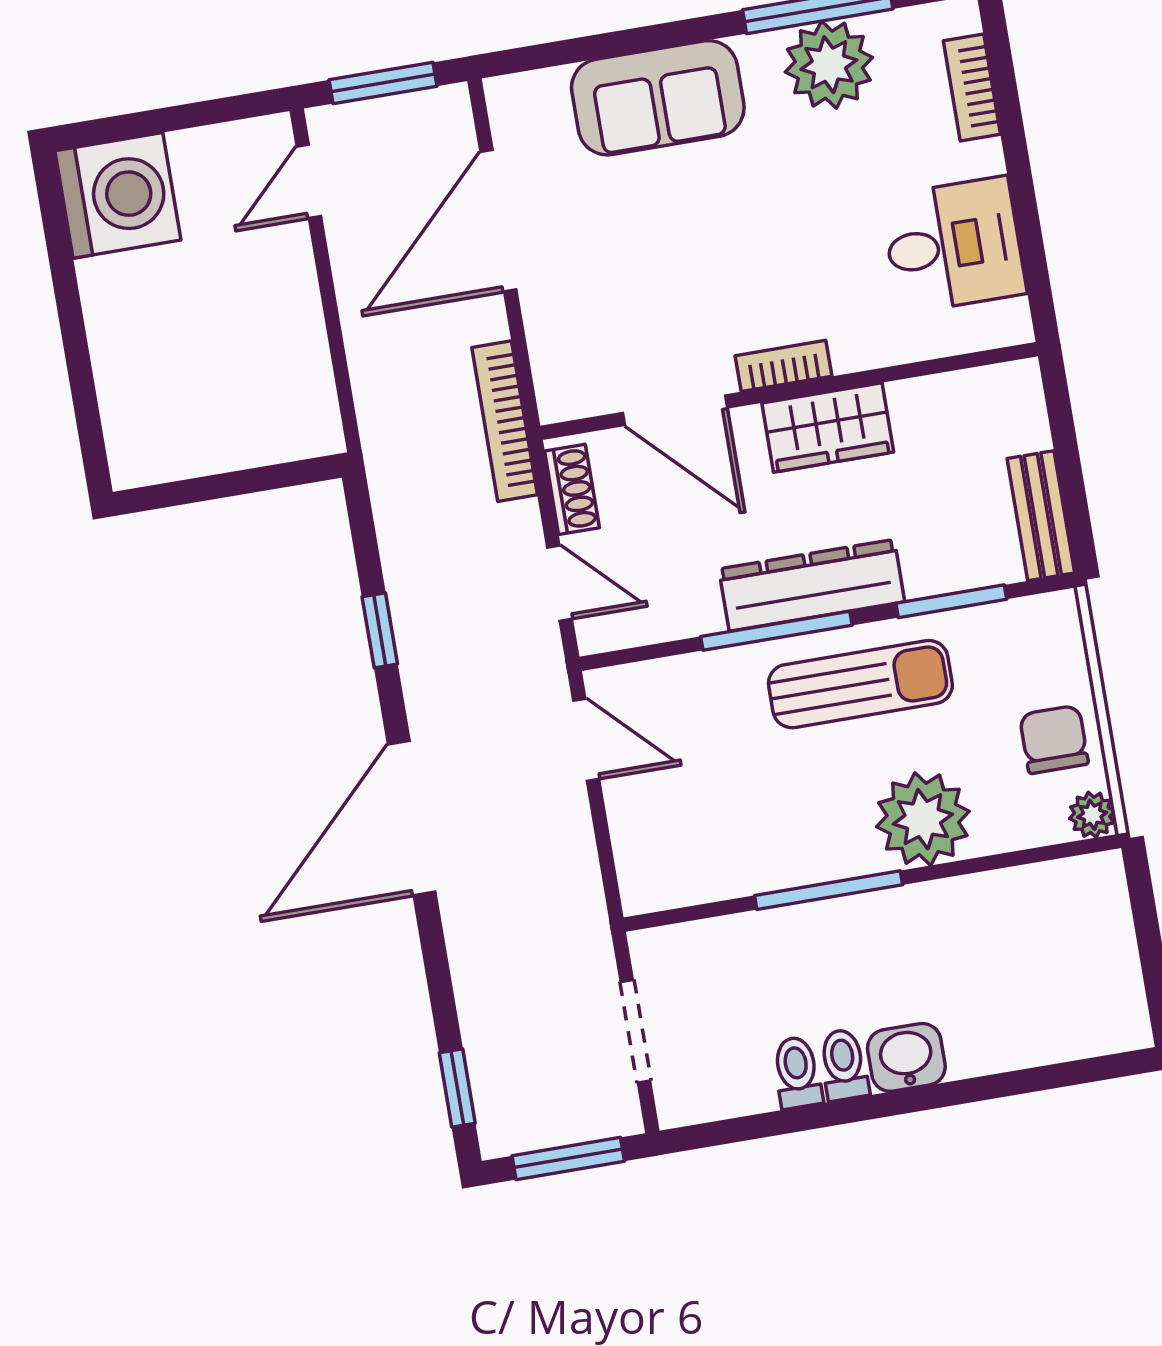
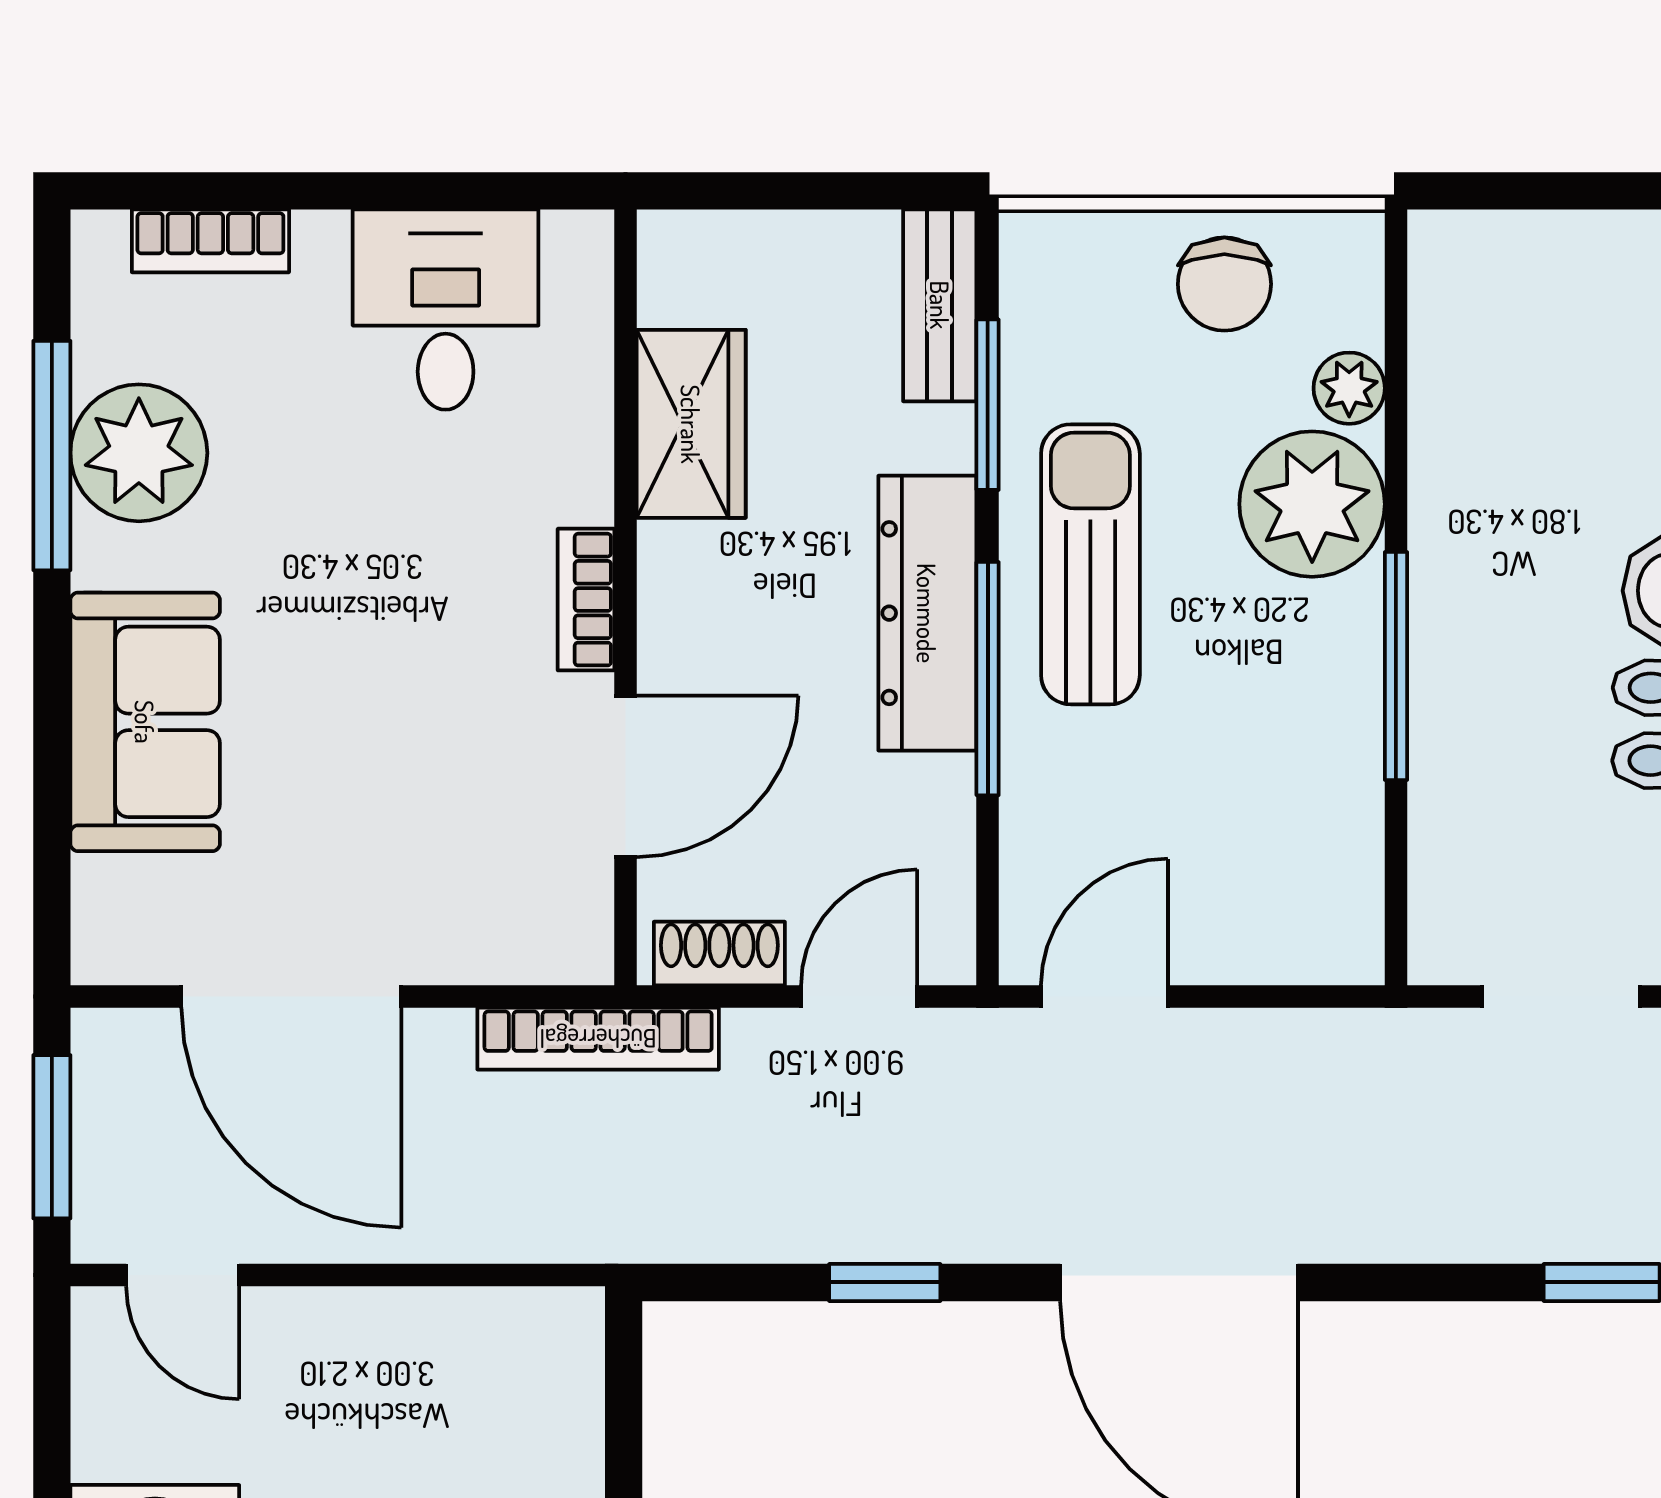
wardrobe: (828, 428) -> (691, 424), moved
bench: (1041, 516) -> (940, 305), moved, turned 90
chair: (1054, 739) -> (1224, 284), turned -90
plant: (1092, 815) -> (1349, 388), moved

